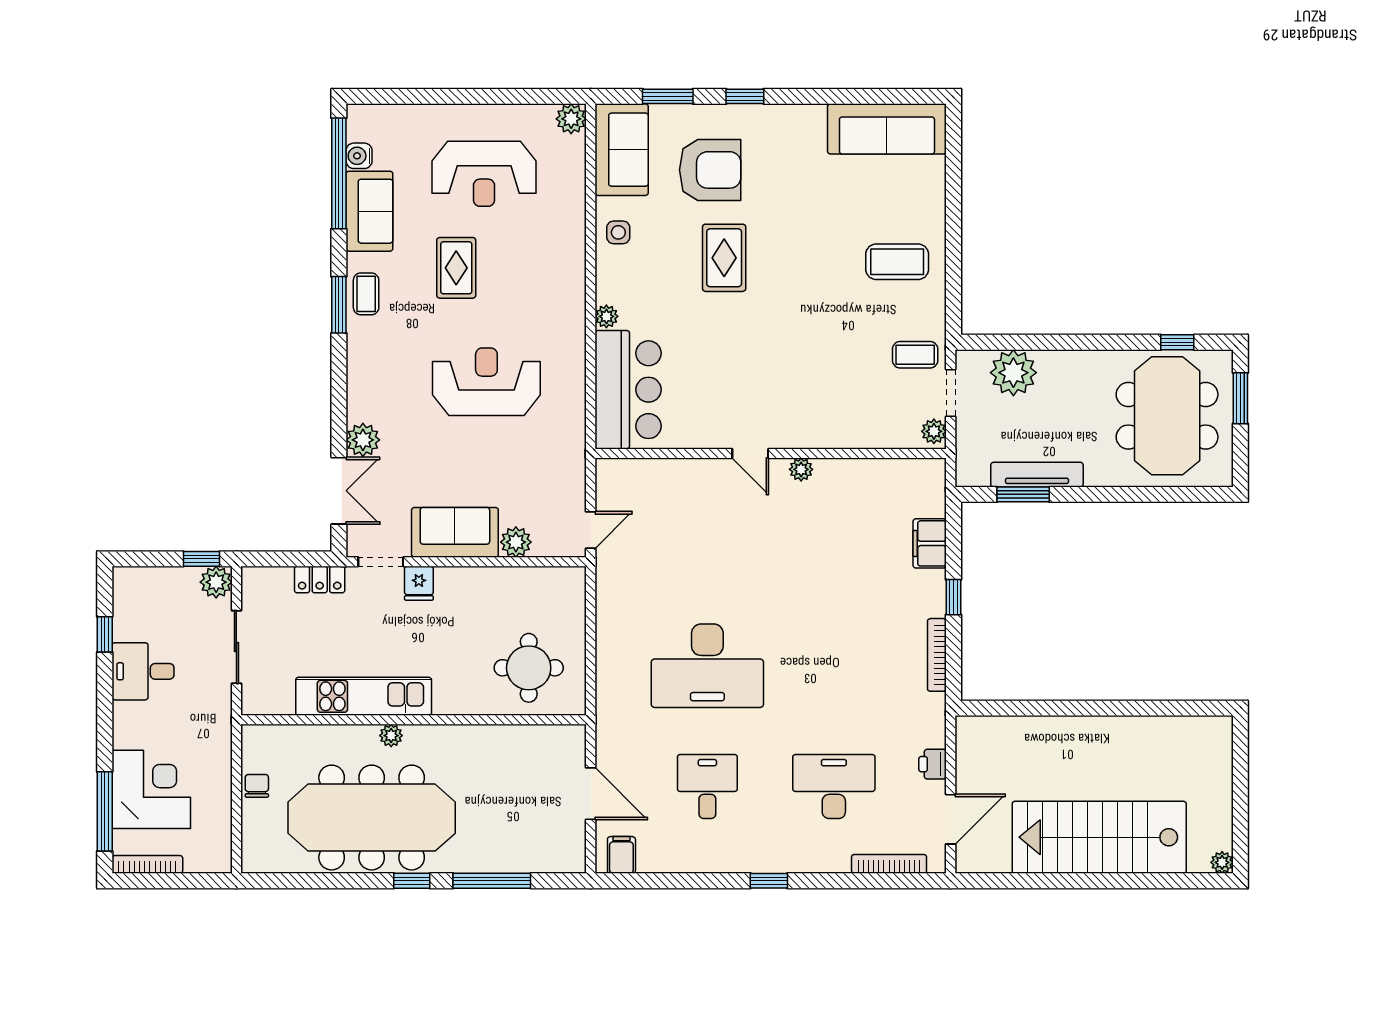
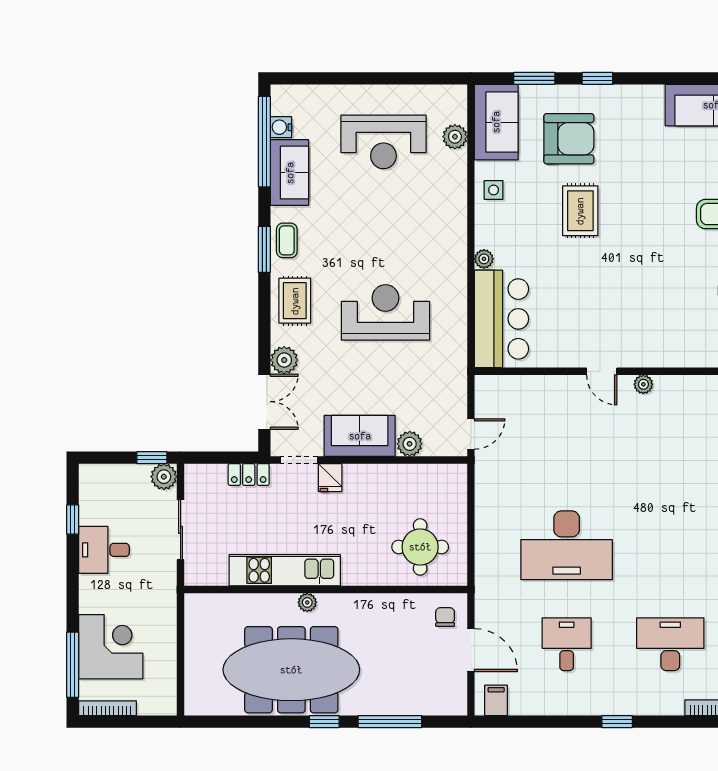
plant: (571, 119) -> (455, 137), moved
rug: (456, 268) -> (295, 301), moved
chair: (257, 786) -> (445, 617), moved

